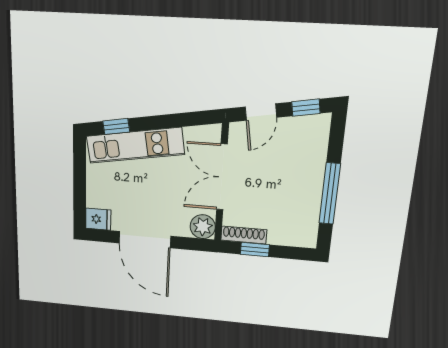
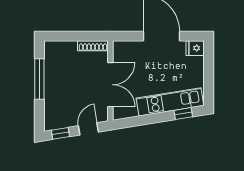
plant: (203, 227) -> (121, 49), removed
window: (255, 250) -> (85, 36), removed

